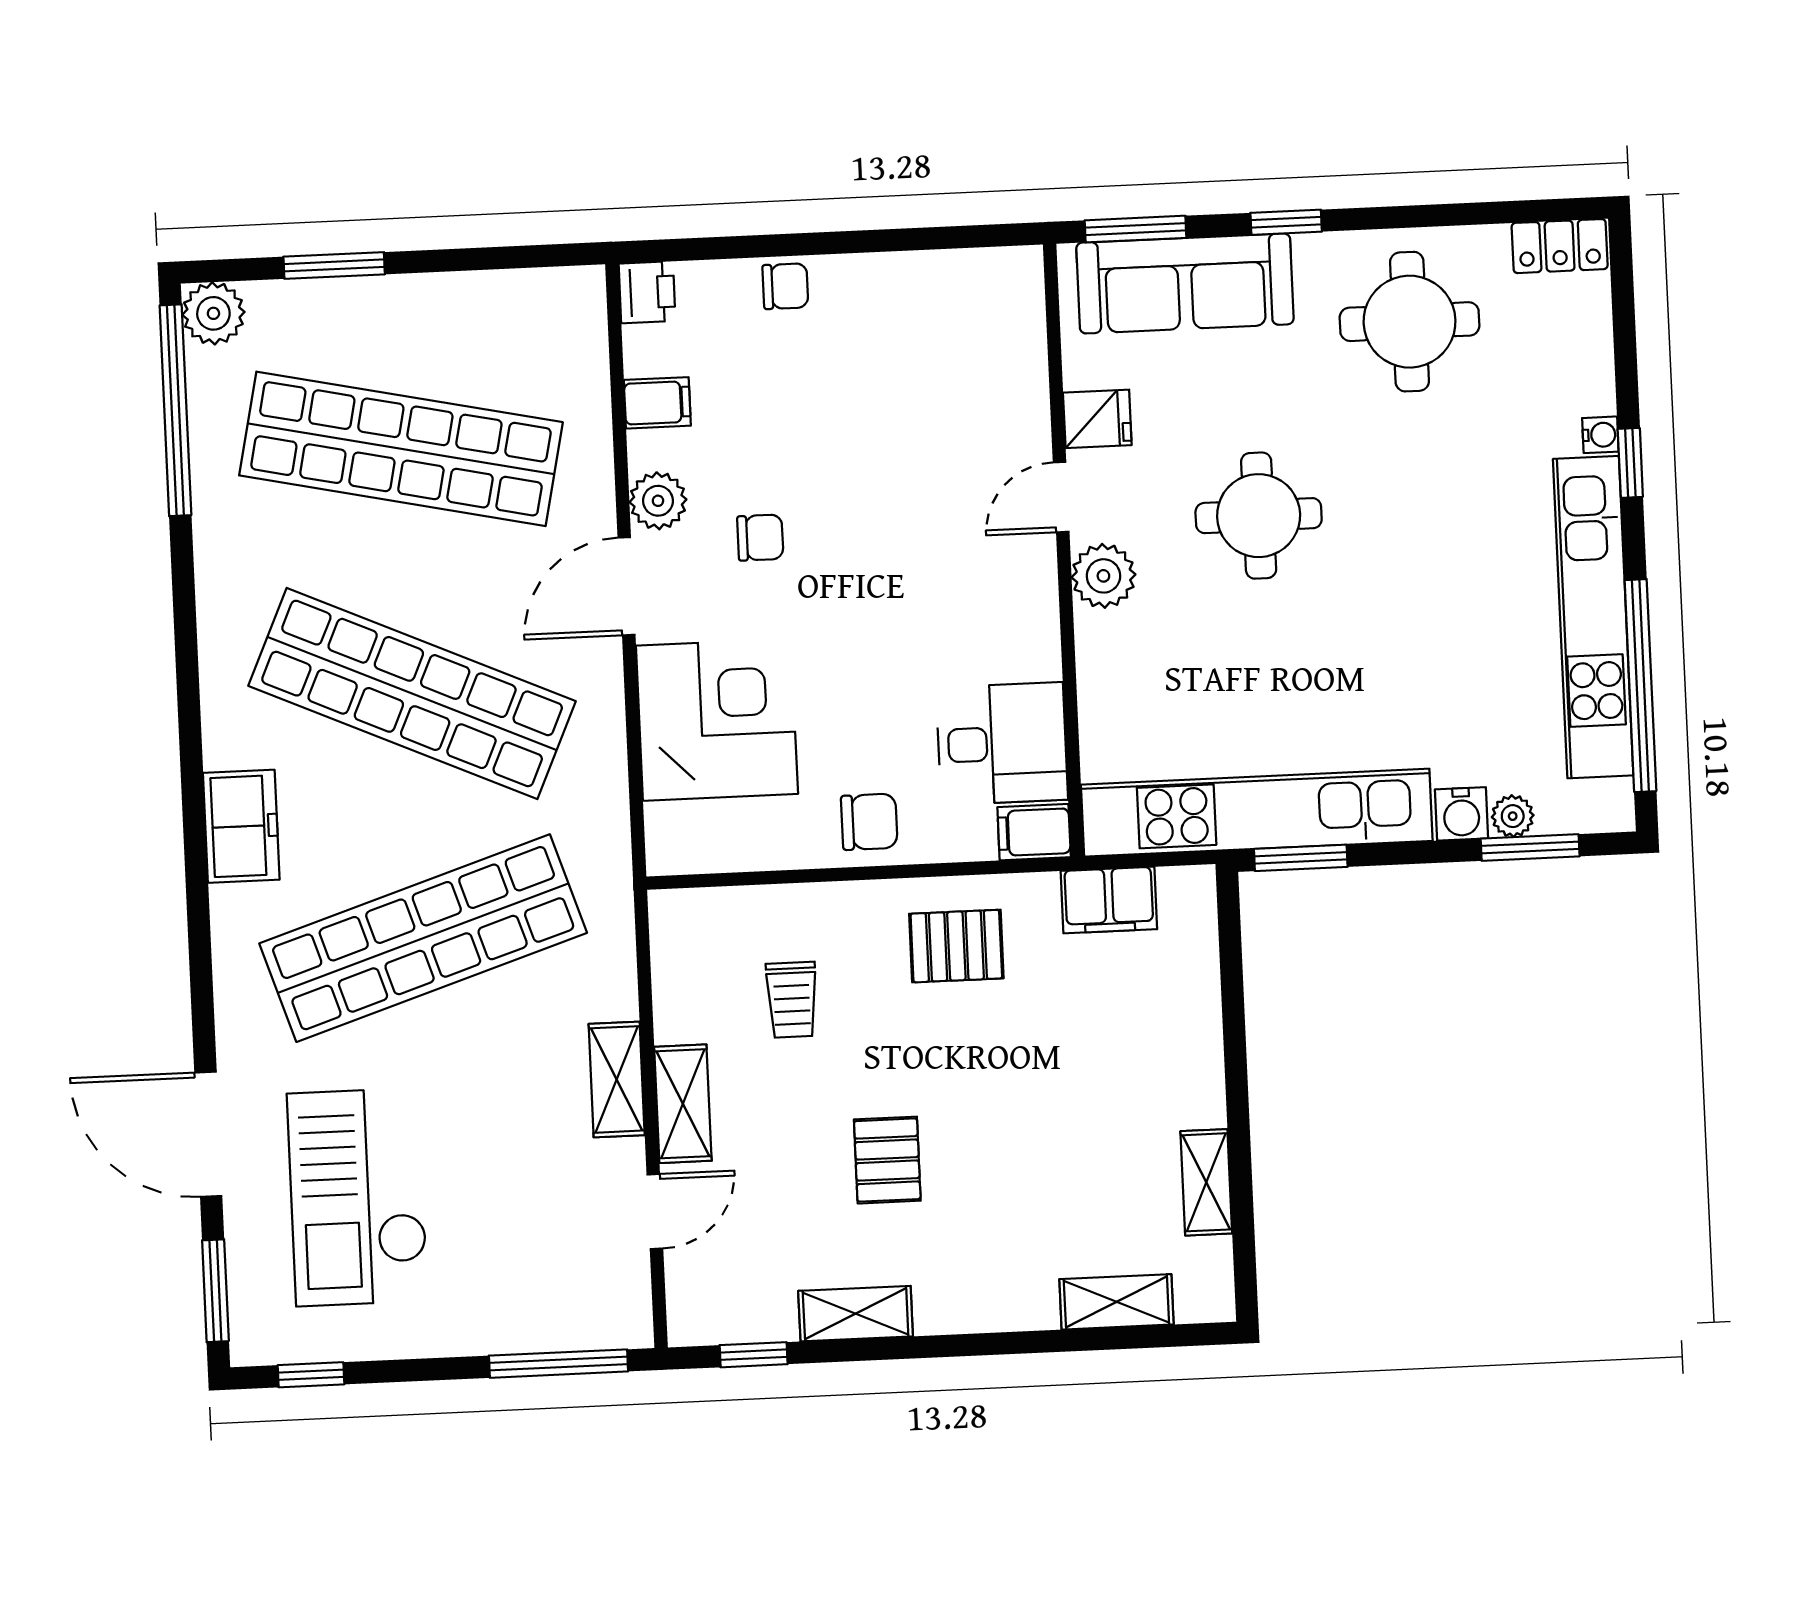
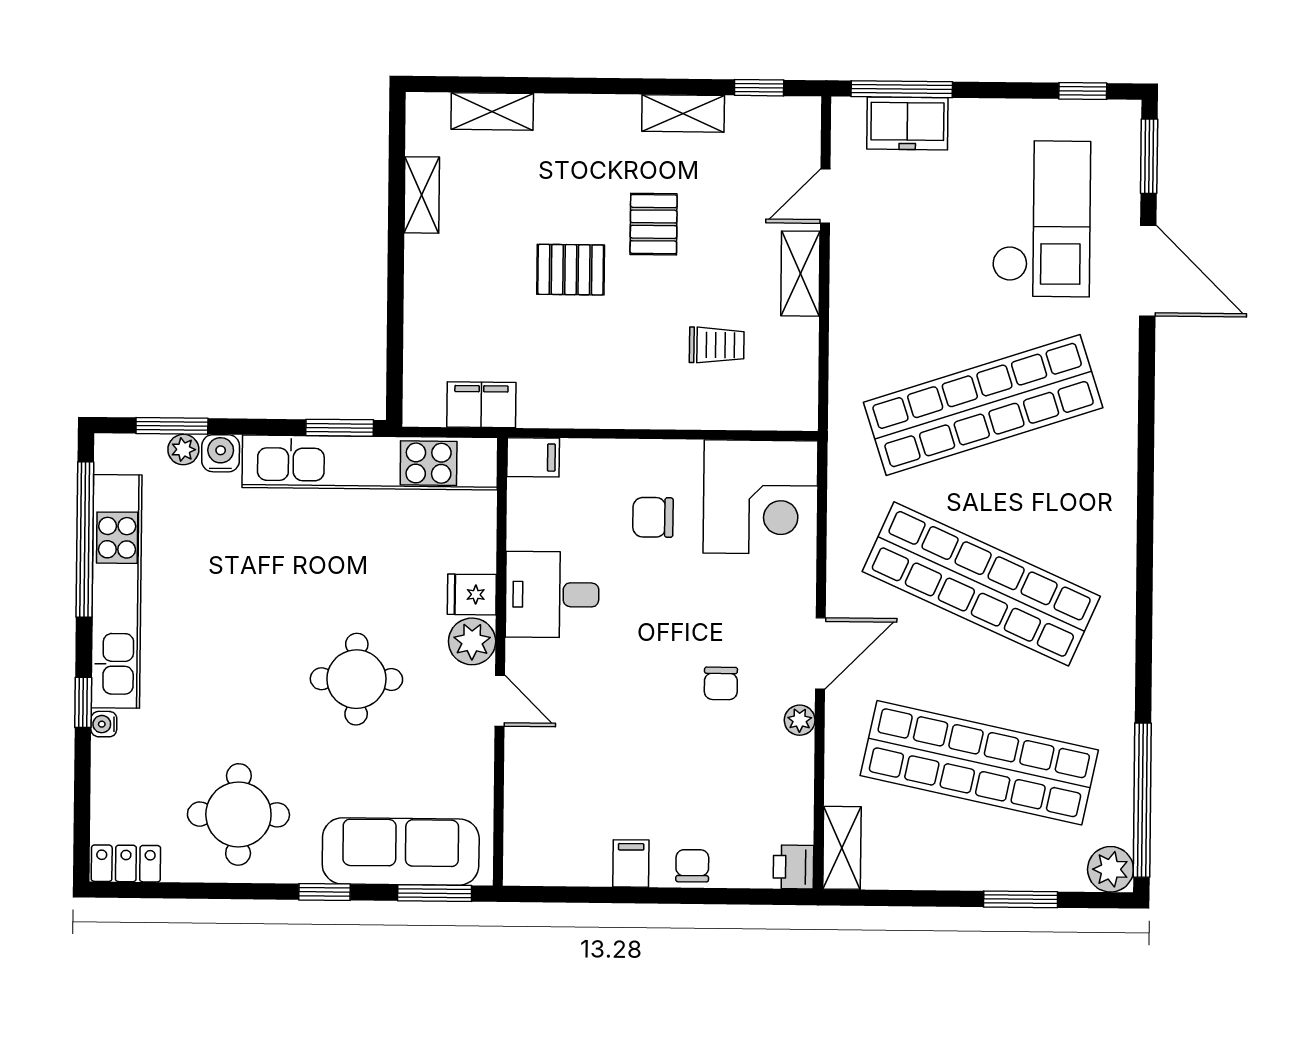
chair: (785, 286) -> (692, 866), turned 90
filing cabinet: (657, 403) -> (631, 863), moved, turned 90
fridge: (1097, 419) -> (472, 594), moved
door: (1061, 497) -> (500, 701), hinge flipped
plant: (658, 501) -> (800, 720), width x0.73, depth x0.73
chair: (760, 538) -> (721, 683), turned -90
corner desk: (717, 720) -> (760, 497), moved, turned -90
desk: (1002, 744) -> (552, 595), moved
chair: (869, 822) -> (653, 517), moved
freezer: (241, 826) -> (907, 123), moved, turned -90
pallet: (956, 946) -> (571, 270), moved
trolley: (792, 1000) -> (717, 345), turned 90
shelving: (617, 1079) -> (842, 848), moved

